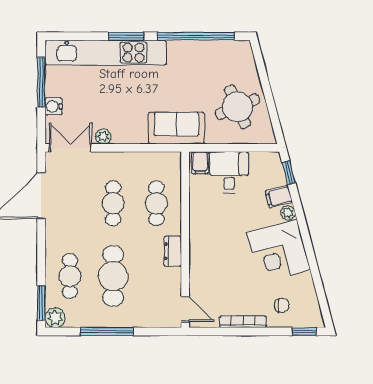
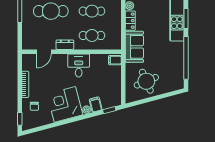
locker: (130, 135) -> (130, 21), added
desk: (229, 172) -> (79, 65), moved, turned -90
door: (185, 309) -> (44, 52), moved

